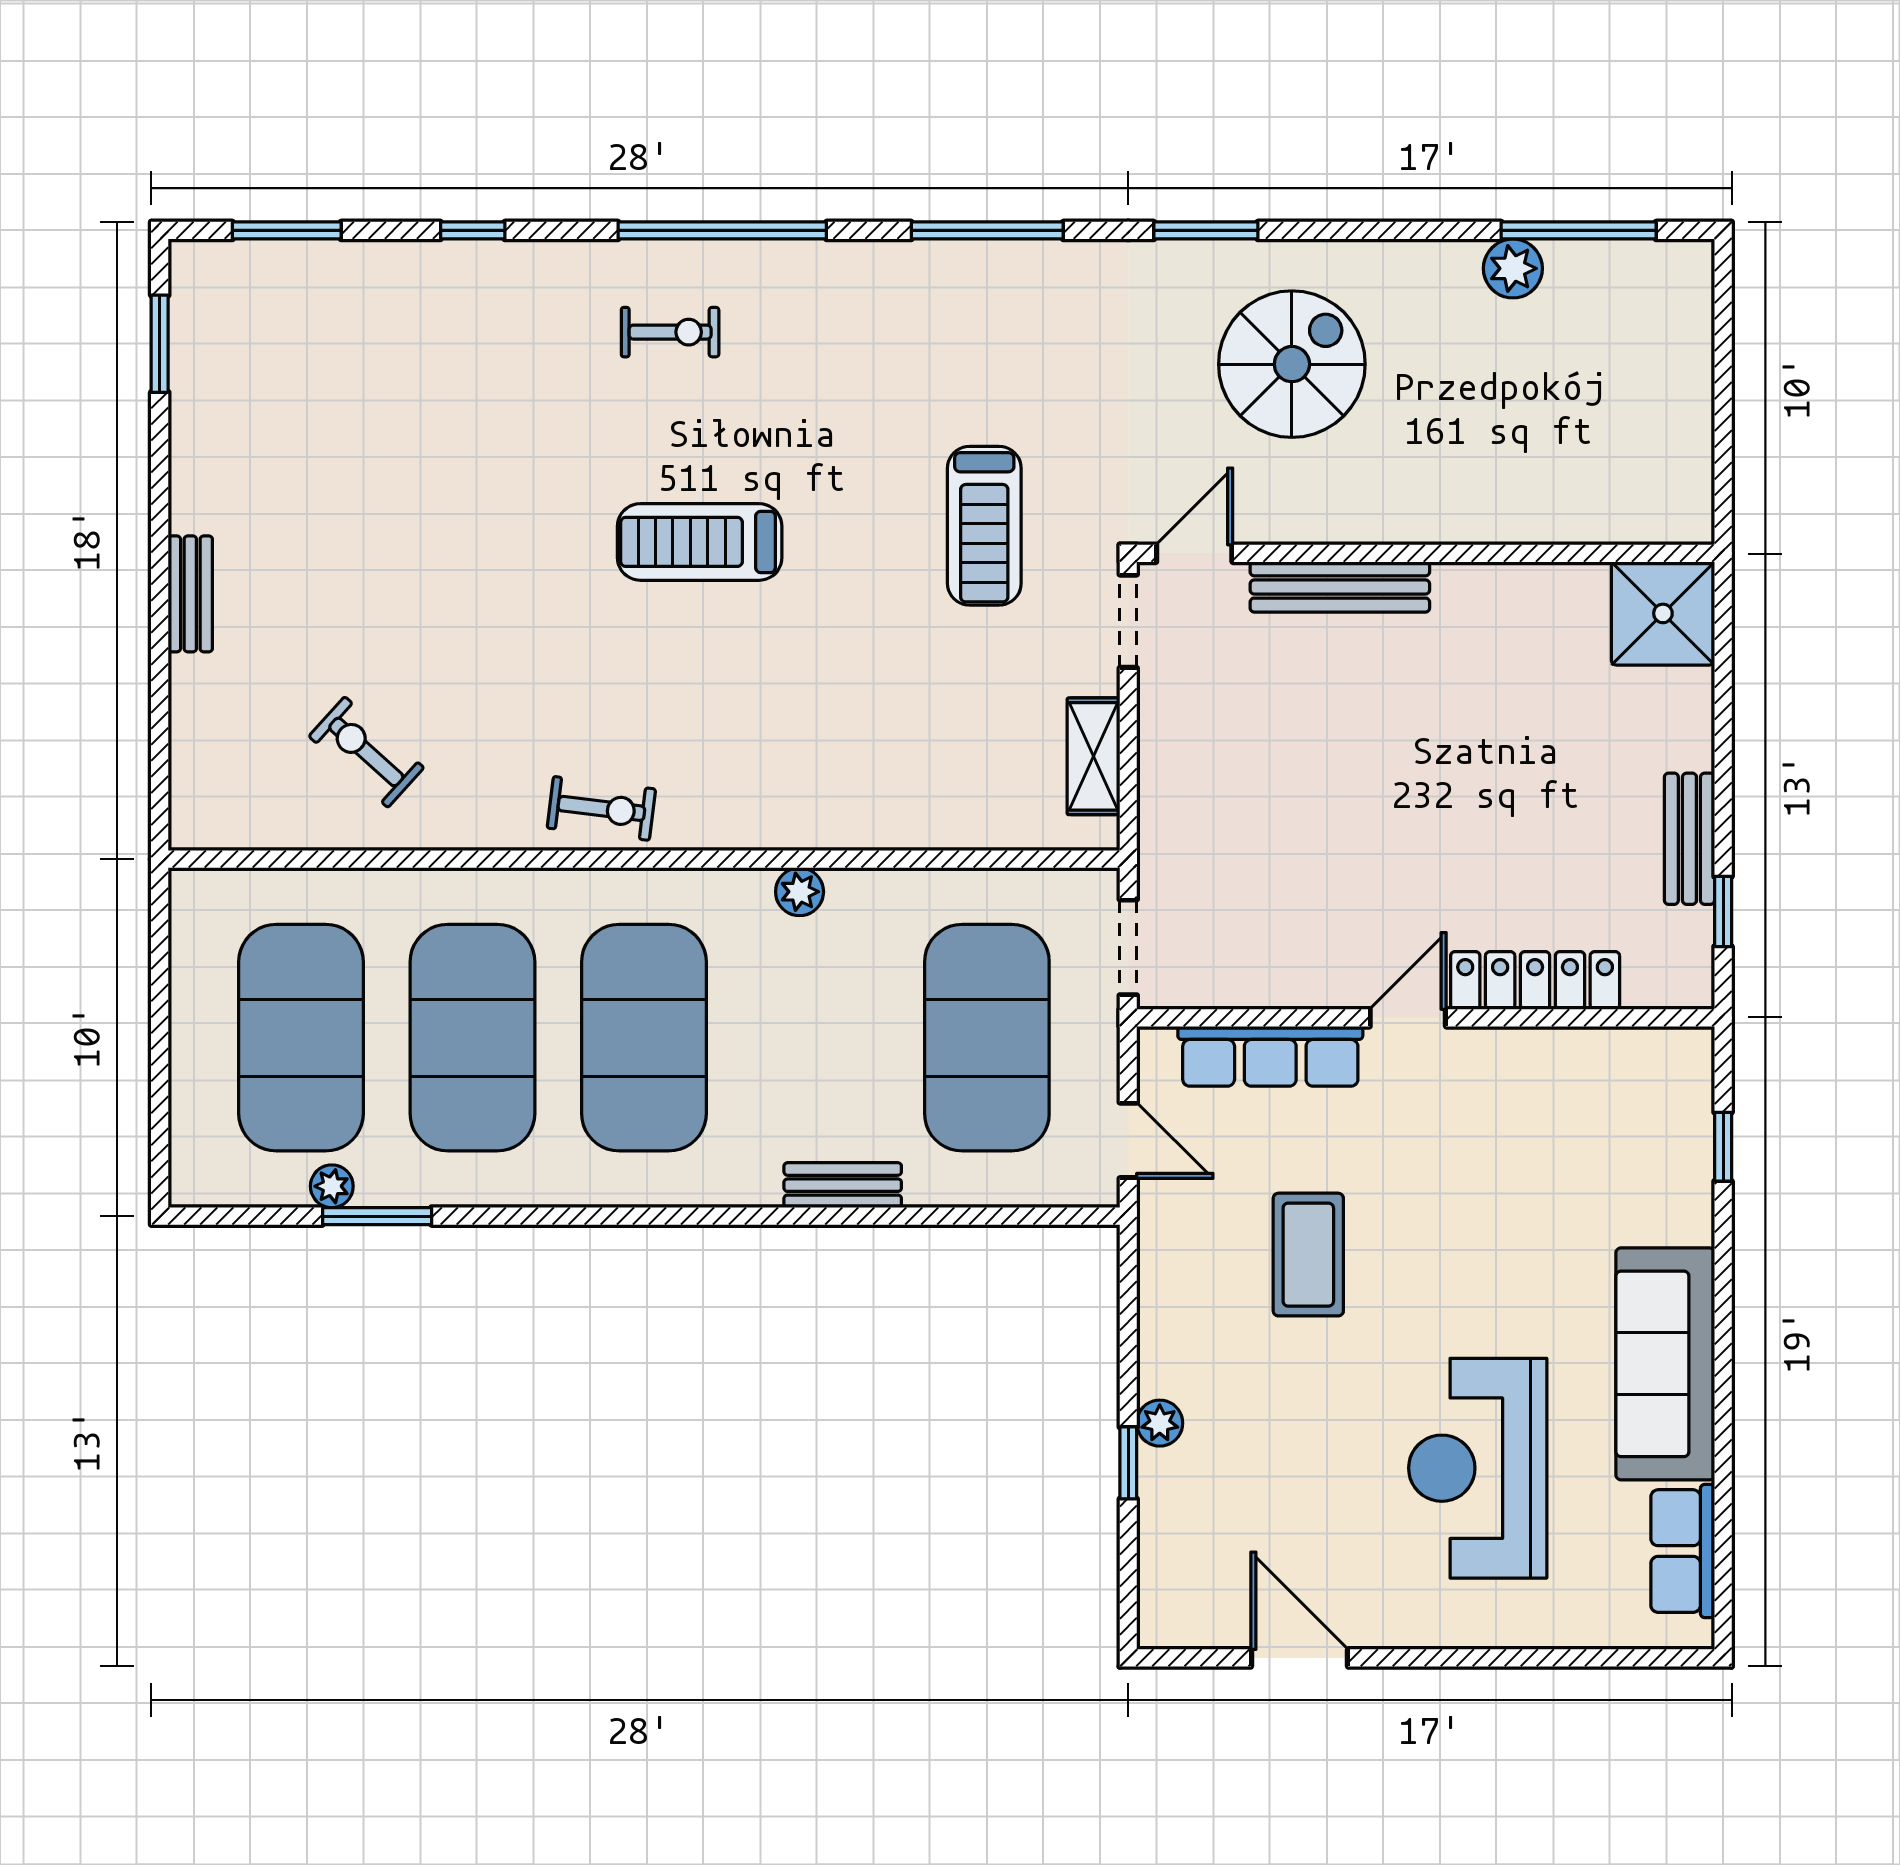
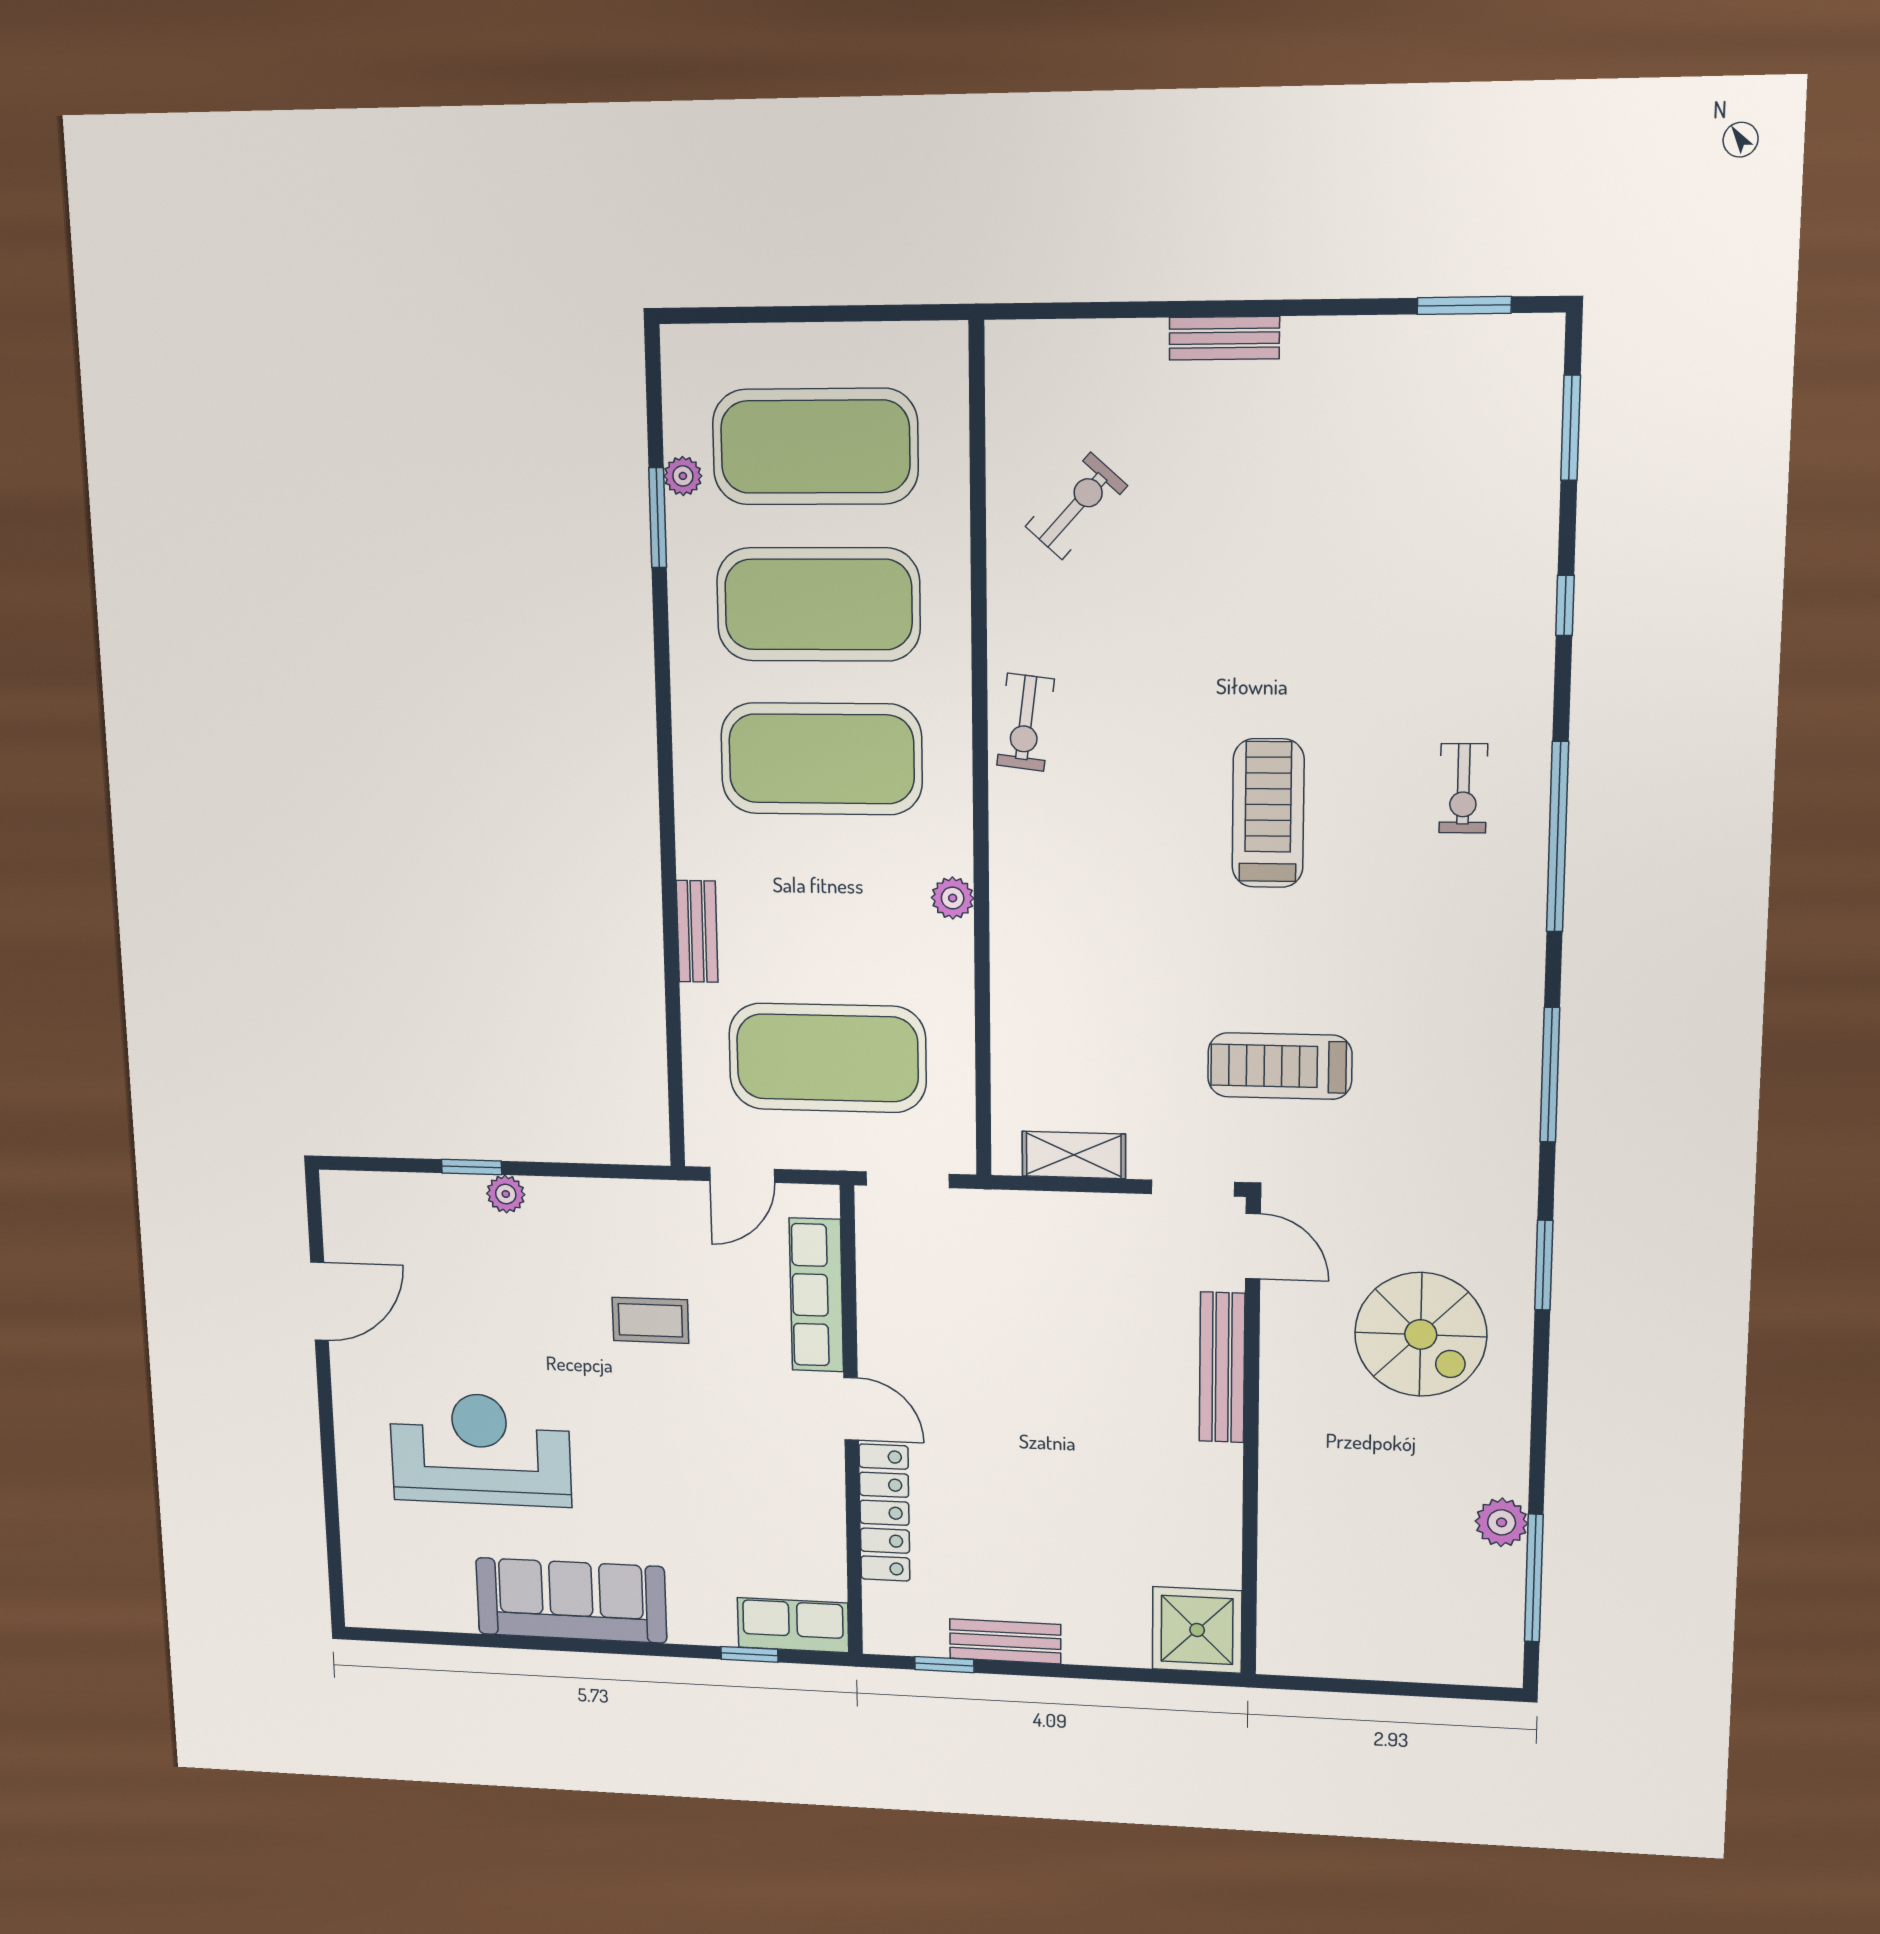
coffee table: (1308, 1255) -> (650, 1320), width x0.73, depth x0.77
row of seats: (1683, 1551) -> (793, 1625), moved

